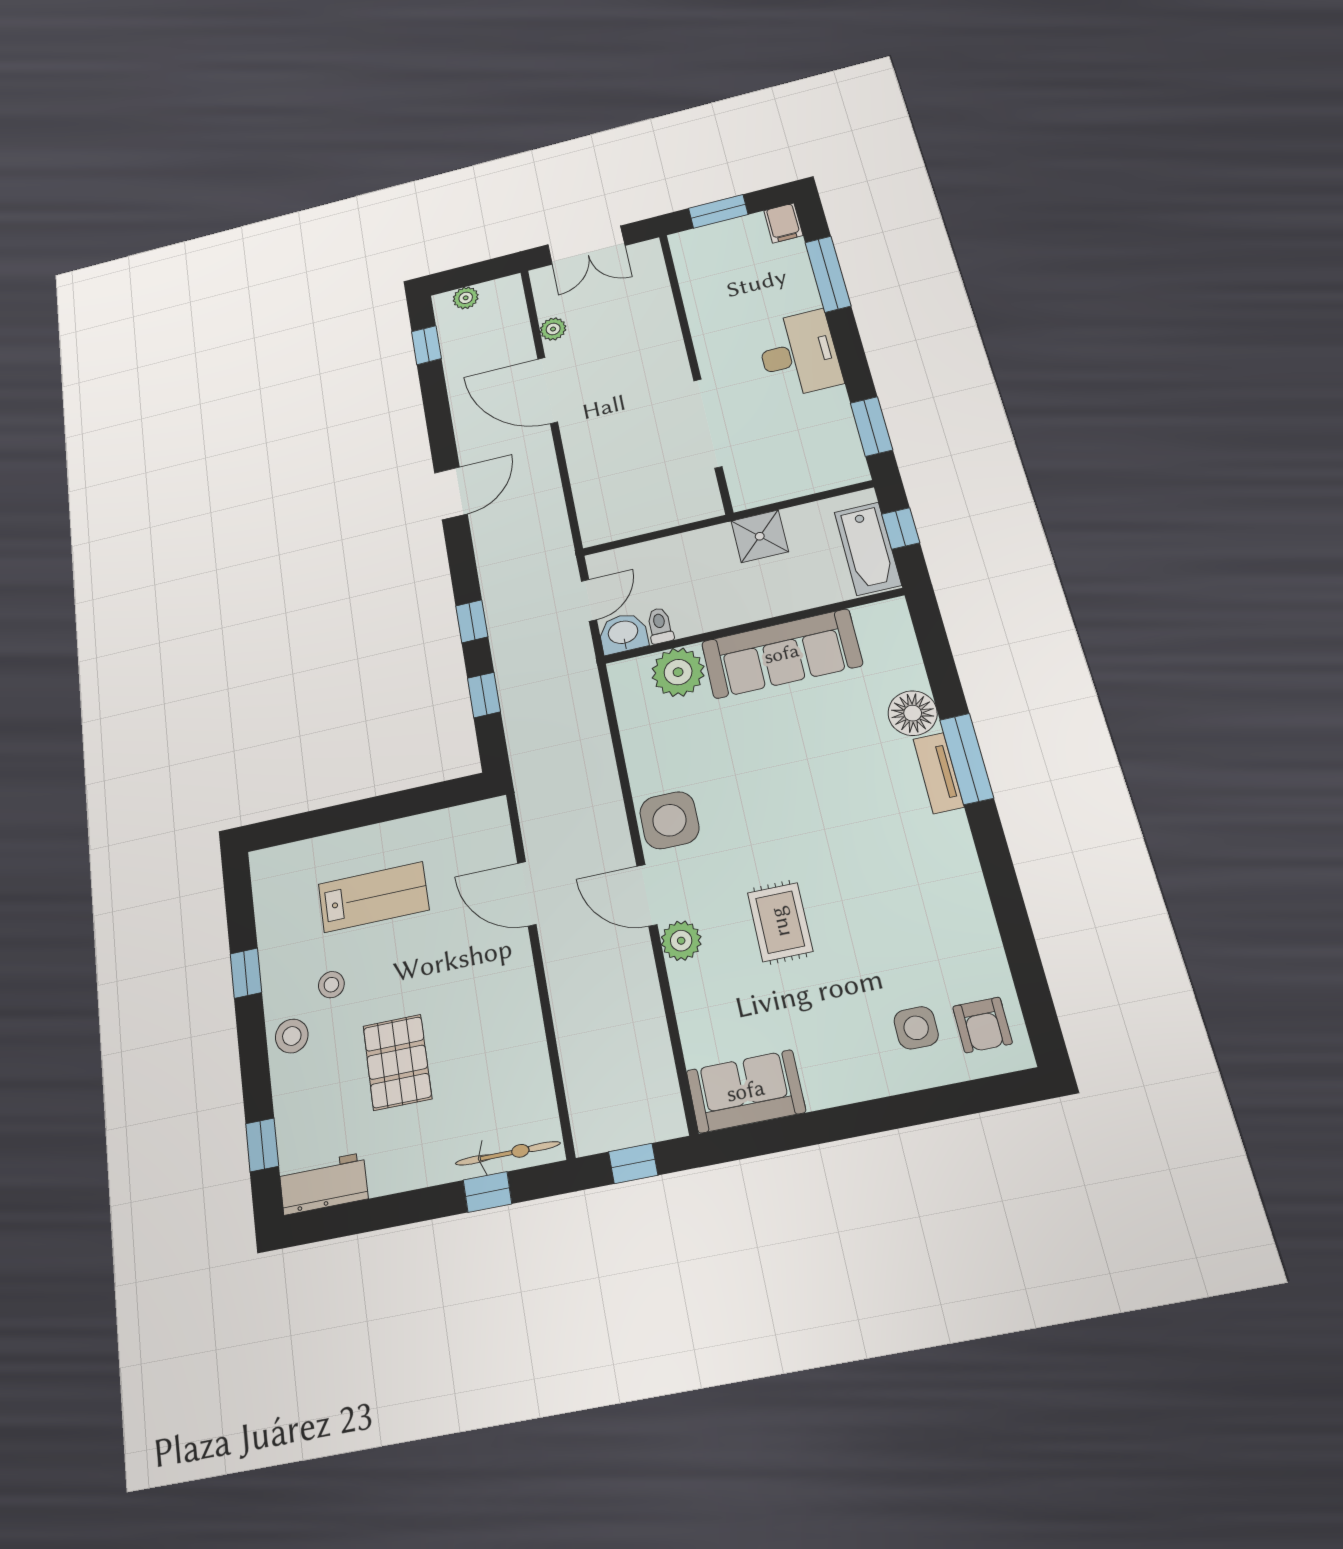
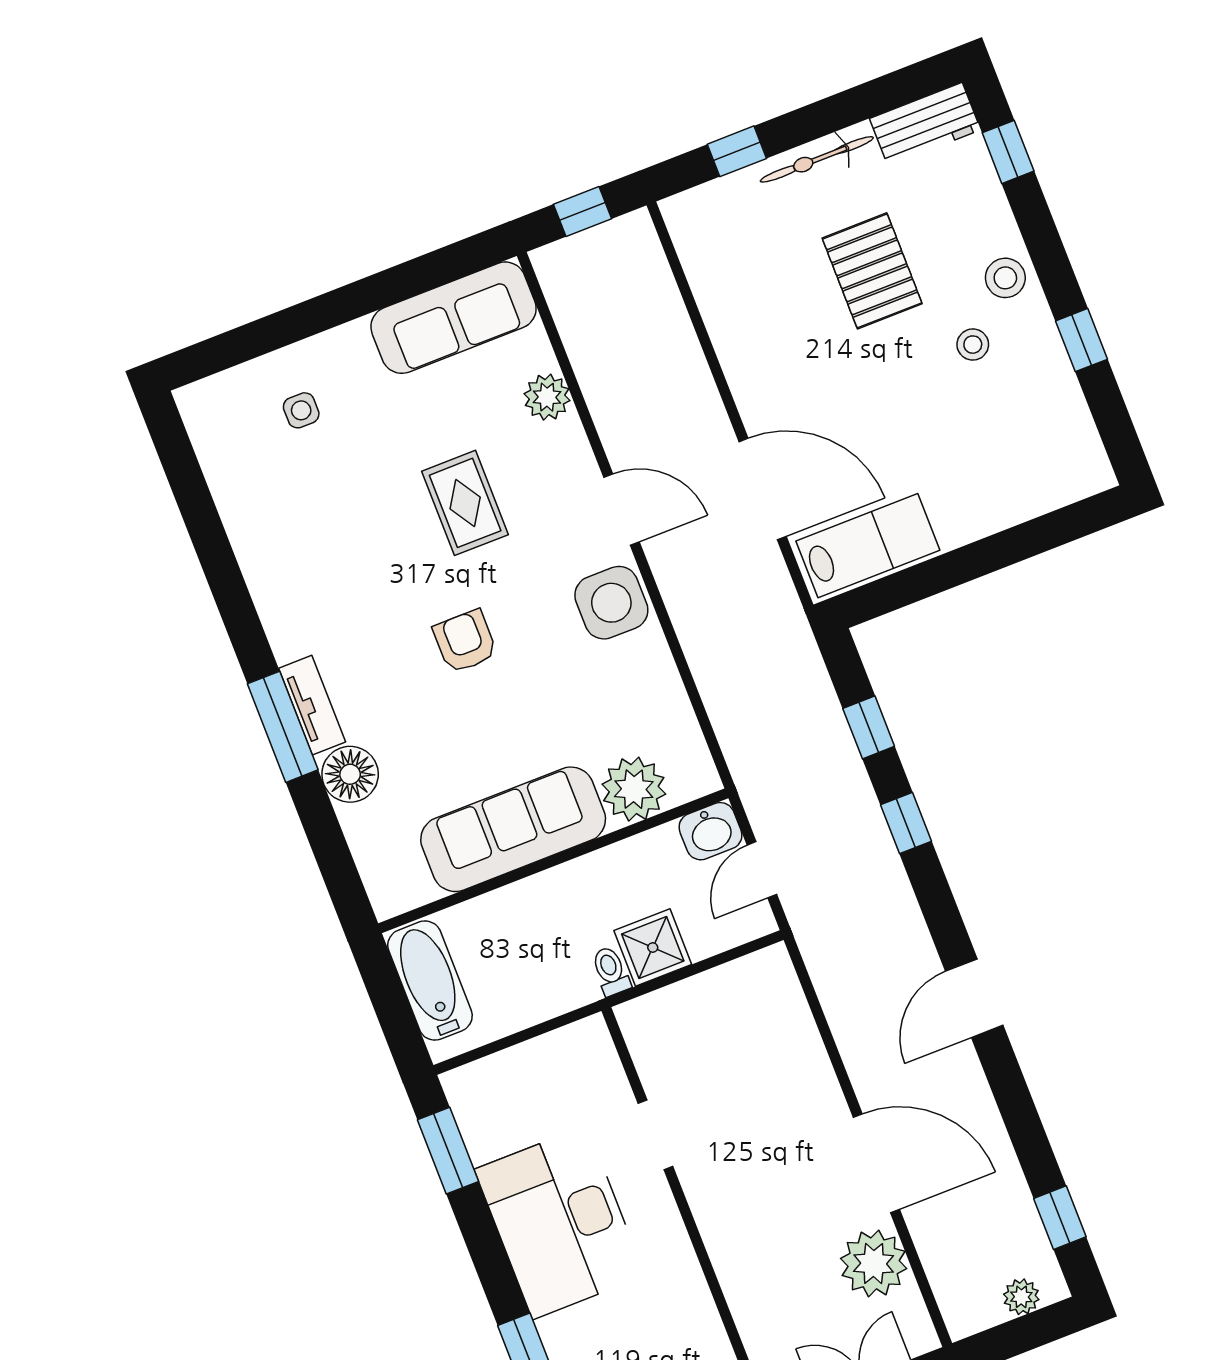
plant: (553, 329) -> (874, 1263), width x1.88, depth x1.88
desk: (799, 354) -> (560, 1223), width x1.36, depth x1.30
doorway: (708, 423) -> (655, 1135), width x0.53
window: (901, 528) -> (394, 1012), removed
shower: (760, 536) -> (653, 947), moved
toilet: (660, 626) -> (611, 971), moved, turned 180
door: (527, 894) -> (763, 489), width x1.36
lab bench: (374, 897) -> (868, 546), moved, turned 180
plant: (681, 941) -> (547, 397), moved
armchair: (982, 1025) -> (465, 641), moved
side table: (916, 1028) -> (301, 410), width x0.73, depth x0.73
sofa: (746, 1091) -> (454, 318), width x1.36
bicycle: (508, 1153) -> (817, 159), moved

